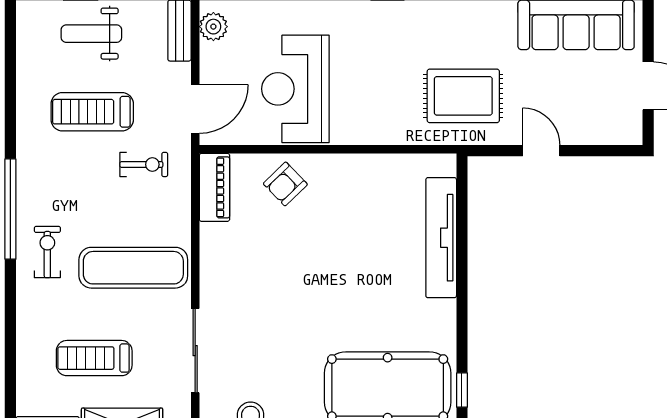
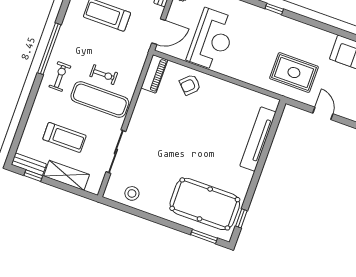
reception desk: (295, 89) -> (212, 39), turned 180
exercise bike: (144, 164) -> (104, 75), moved
treadmill: (94, 358) -> (64, 137), turned 180

